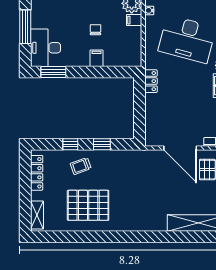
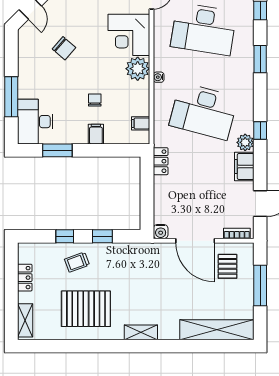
filing cabinet: (134, 20) -> (141, 123), moved
window: (53, 72) -> (57, 150), moved
water cooler: (151, 140) -> (161, 232), added
locker: (37, 173) -> (25, 278), width x0.66
shelving: (134, 225) -> (141, 332), added

